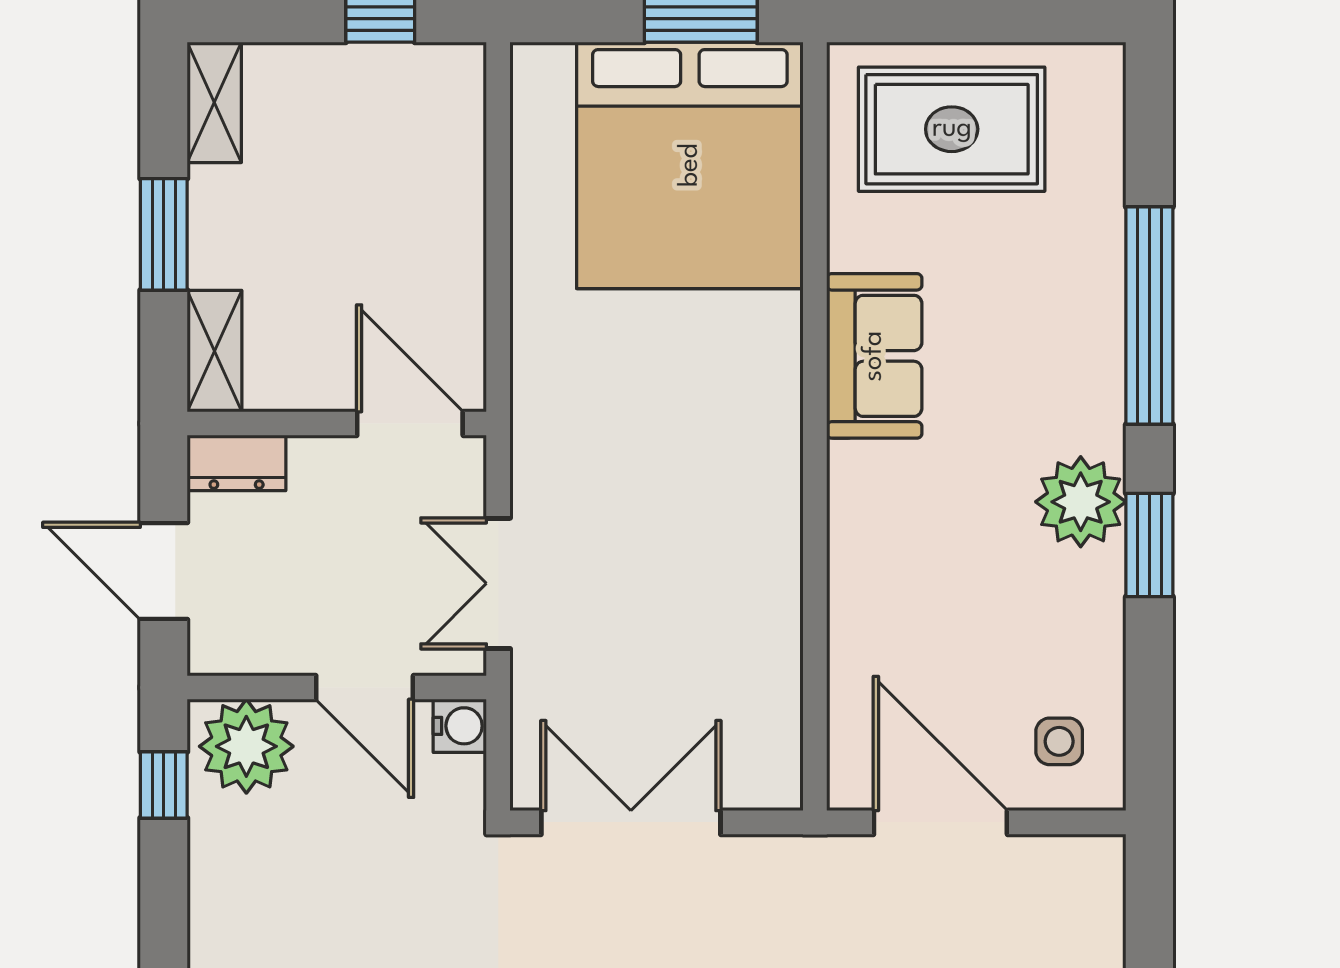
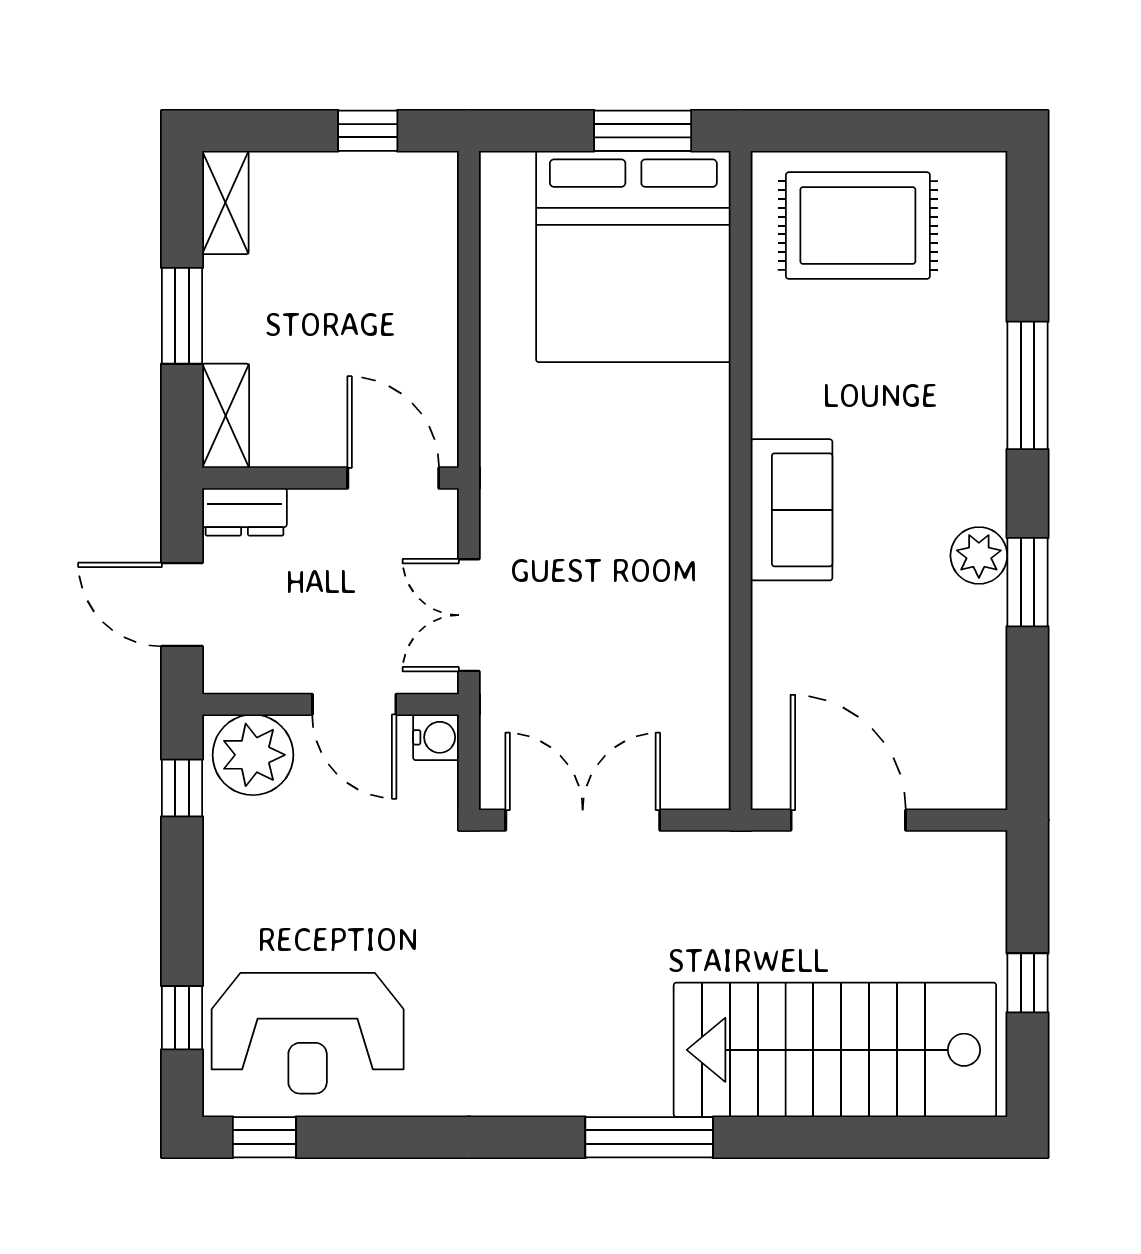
window: (1149, 316) -> (1027, 385), width x0.68
sofa: (874, 356) -> (792, 510), moved
plant: (1081, 502) -> (979, 555), width x0.73, depth x0.73
side table: (1059, 741) -> (950, 751), removed

